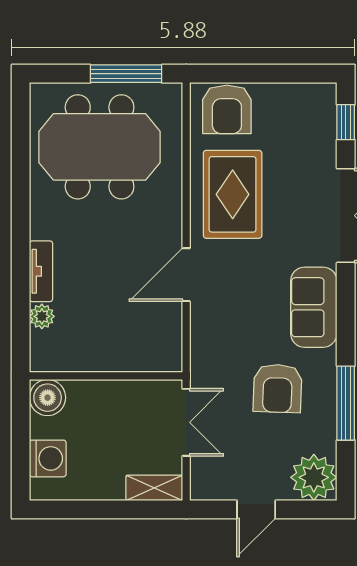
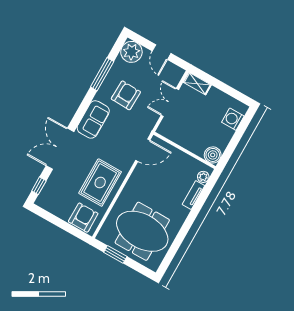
window: (126, 74) -> (115, 254), width x0.69
door: (186, 275) -> (143, 150), moved
wall: (106, 376) -> (185, 150), moved
boiler: (48, 398) -> (213, 155), moved
door: (256, 509) -> (162, 52), swing flipped

